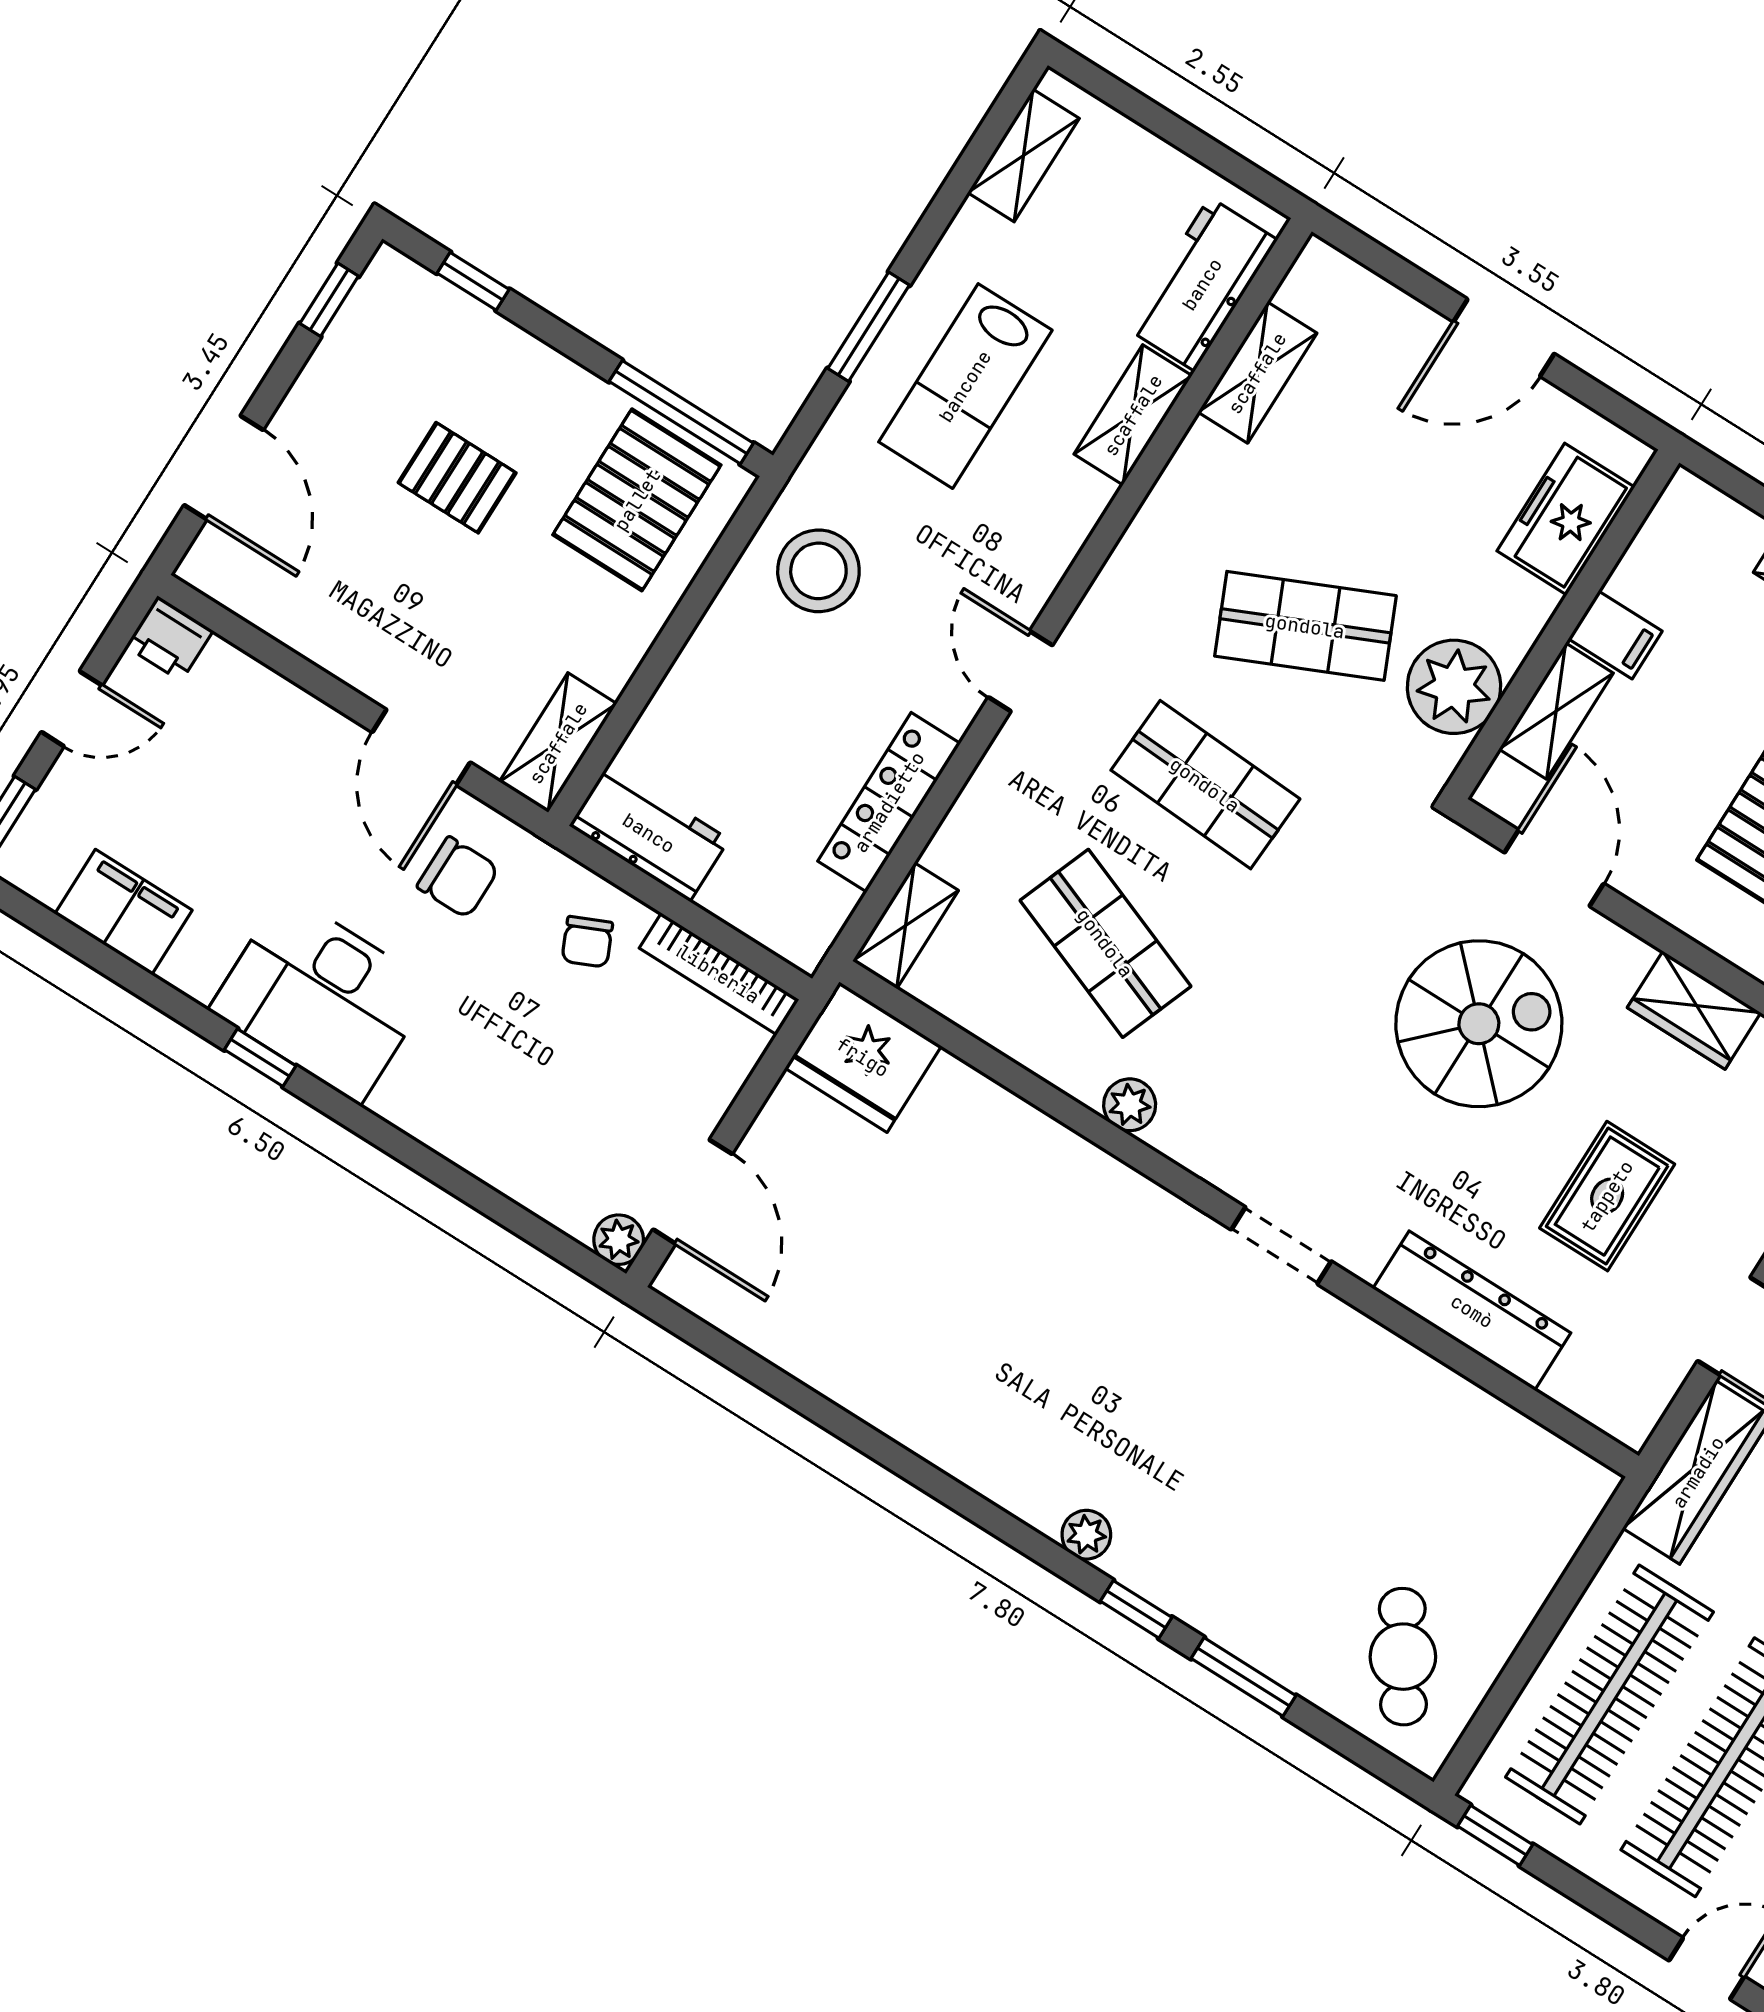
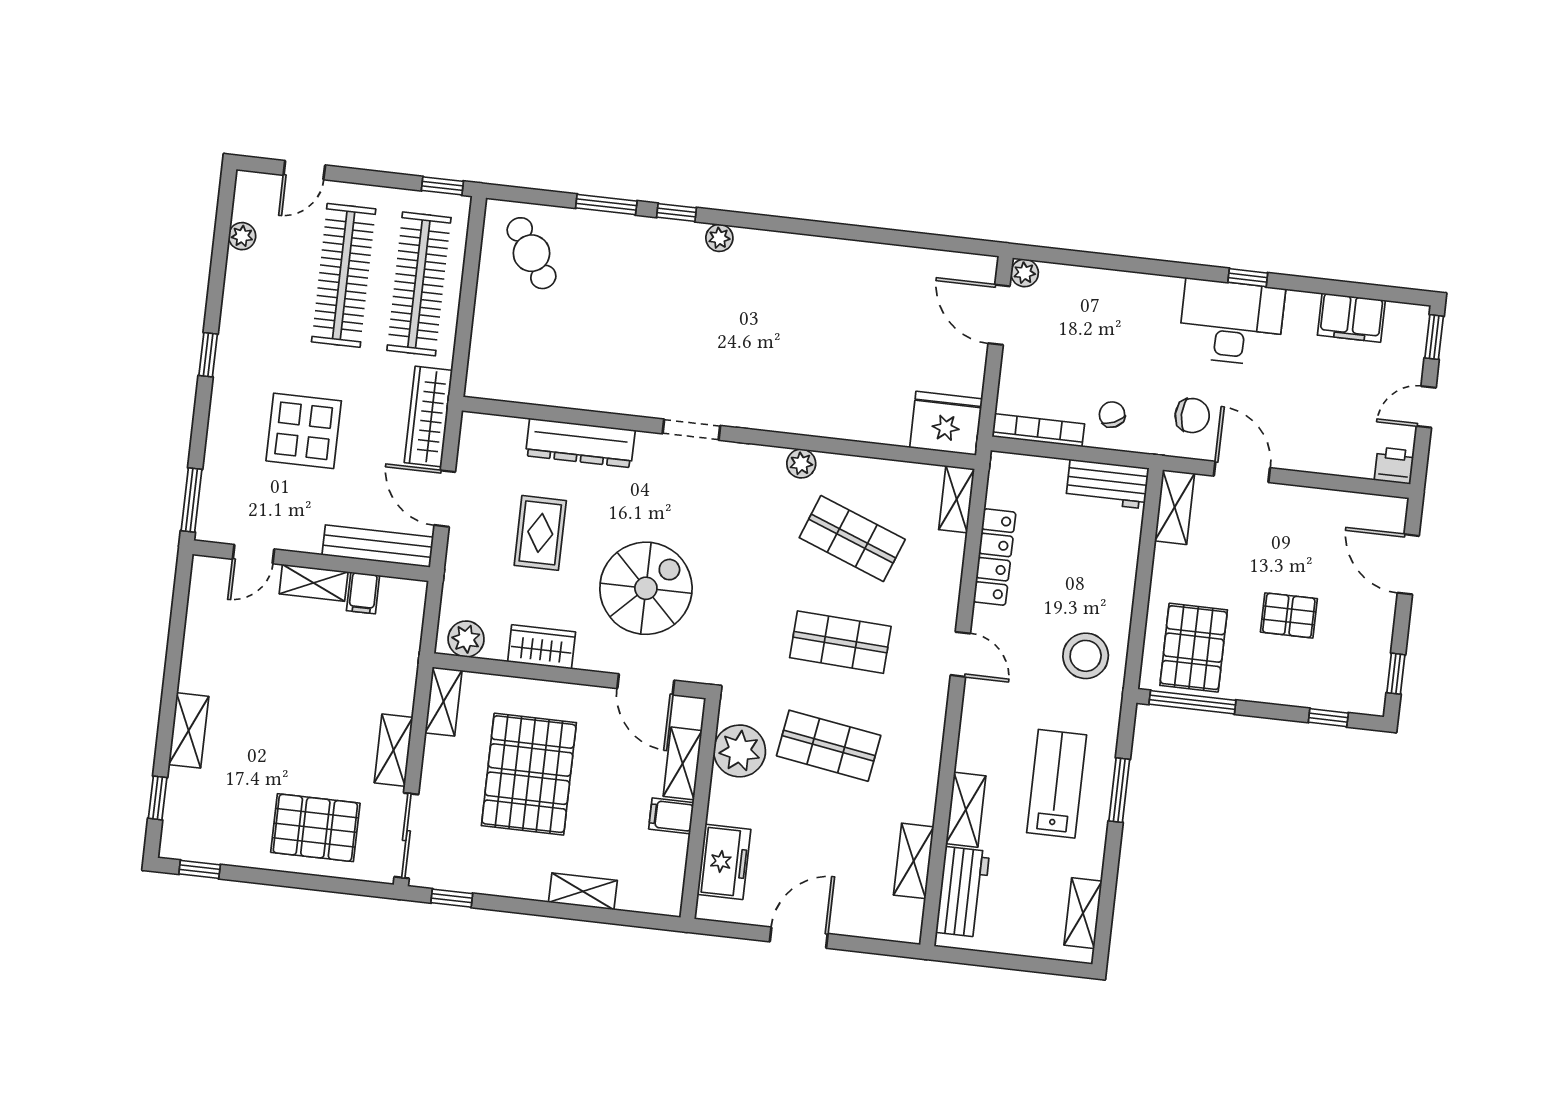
shop shelf: (1305, 626) -> (829, 746), turned 33
chair: (458, 877) -> (1192, 416), turned 180
spiral stairs: (1479, 1024) -> (646, 588), turned 180

